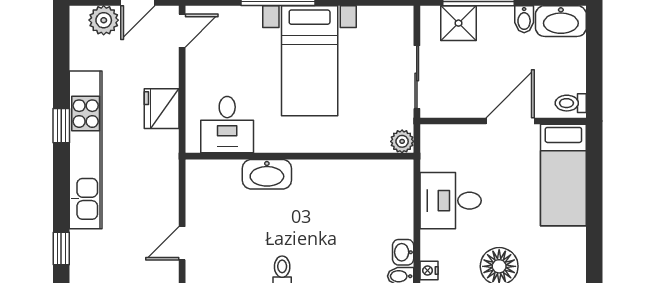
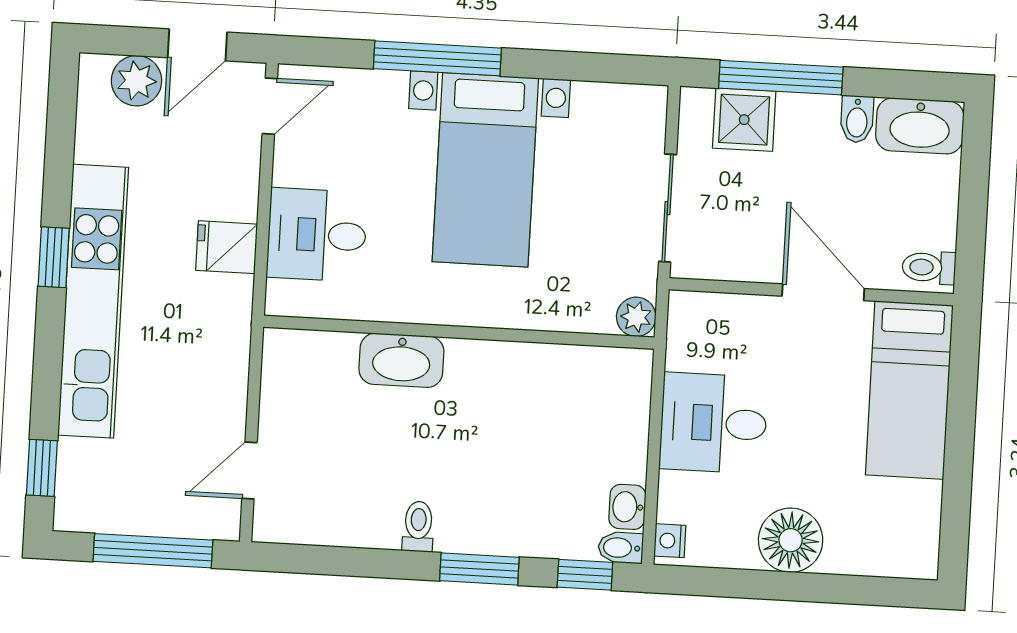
fridge: (162, 109) -> (227, 247), width x0.72
door: (510, 121) -> (823, 292), hinge flipped
desk: (227, 125) -> (317, 235), moved, turned 90

